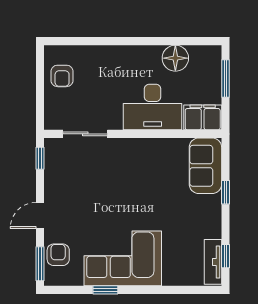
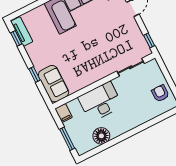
filing cabinet: (203, 117) -> (64, 113), width x0.50

